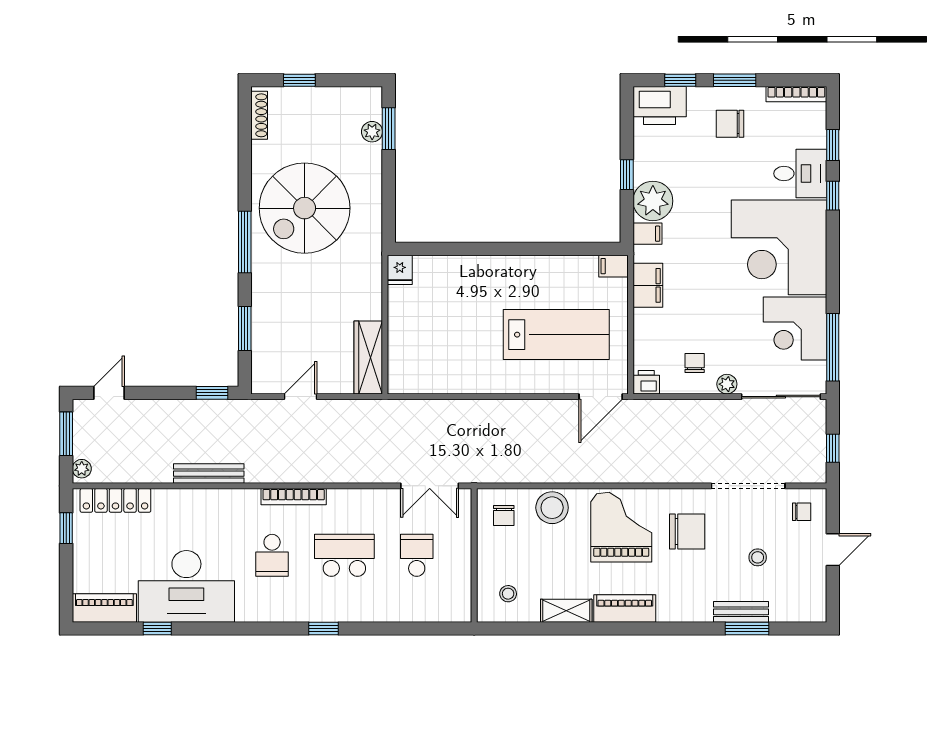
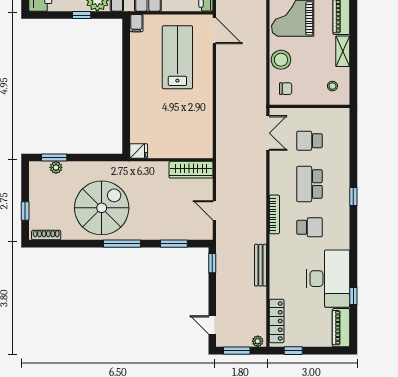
spiral stairs: (305, 208) -> (102, 208), turned -90

